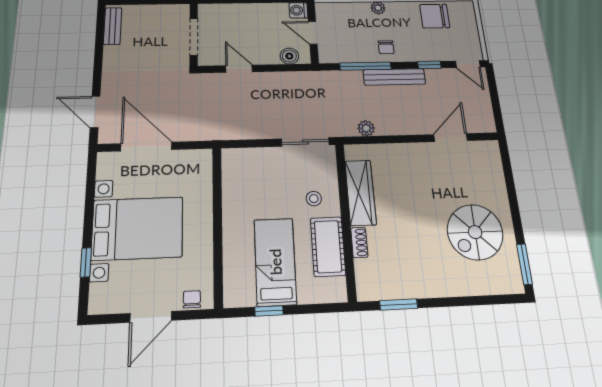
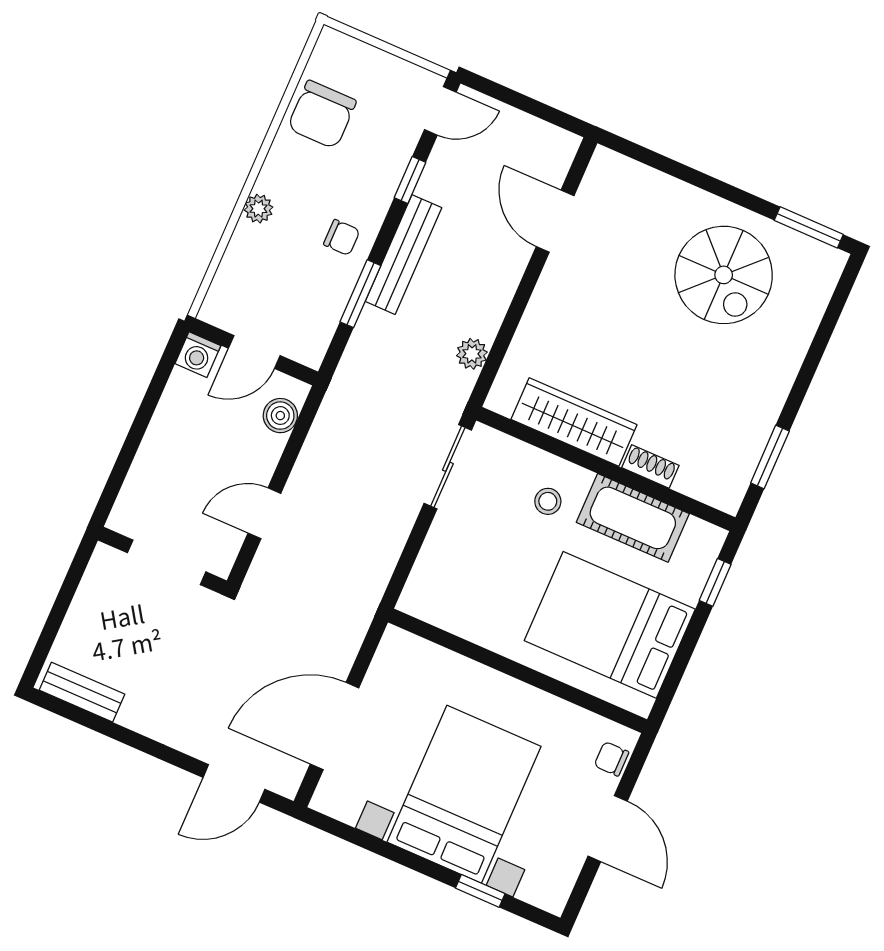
window: (365, 66) -> (360, 294), width x0.69
bed: (275, 262) -> (610, 625), width x1.50
window: (269, 311) -> (715, 582), moved

